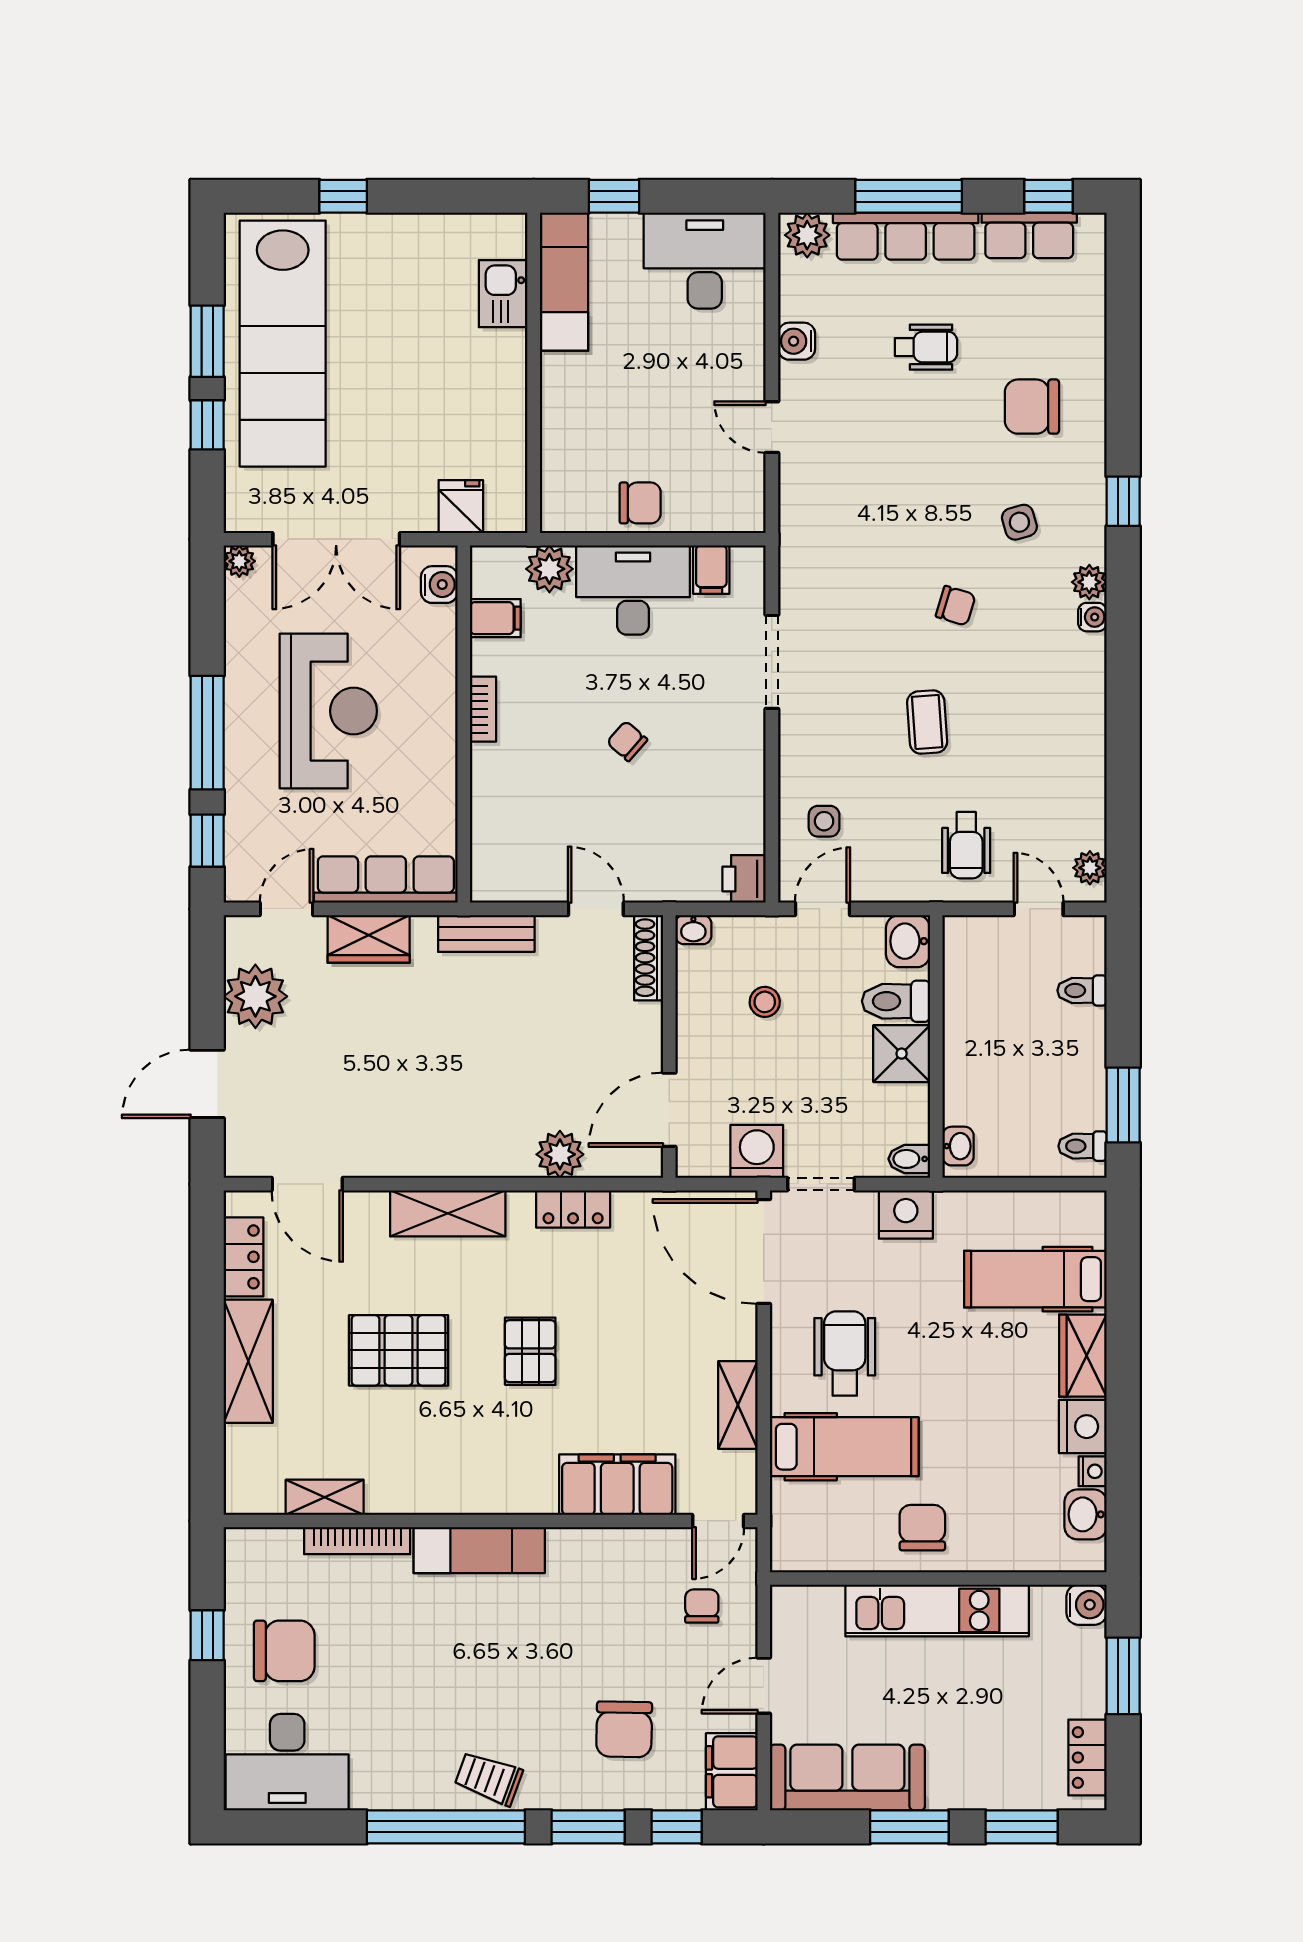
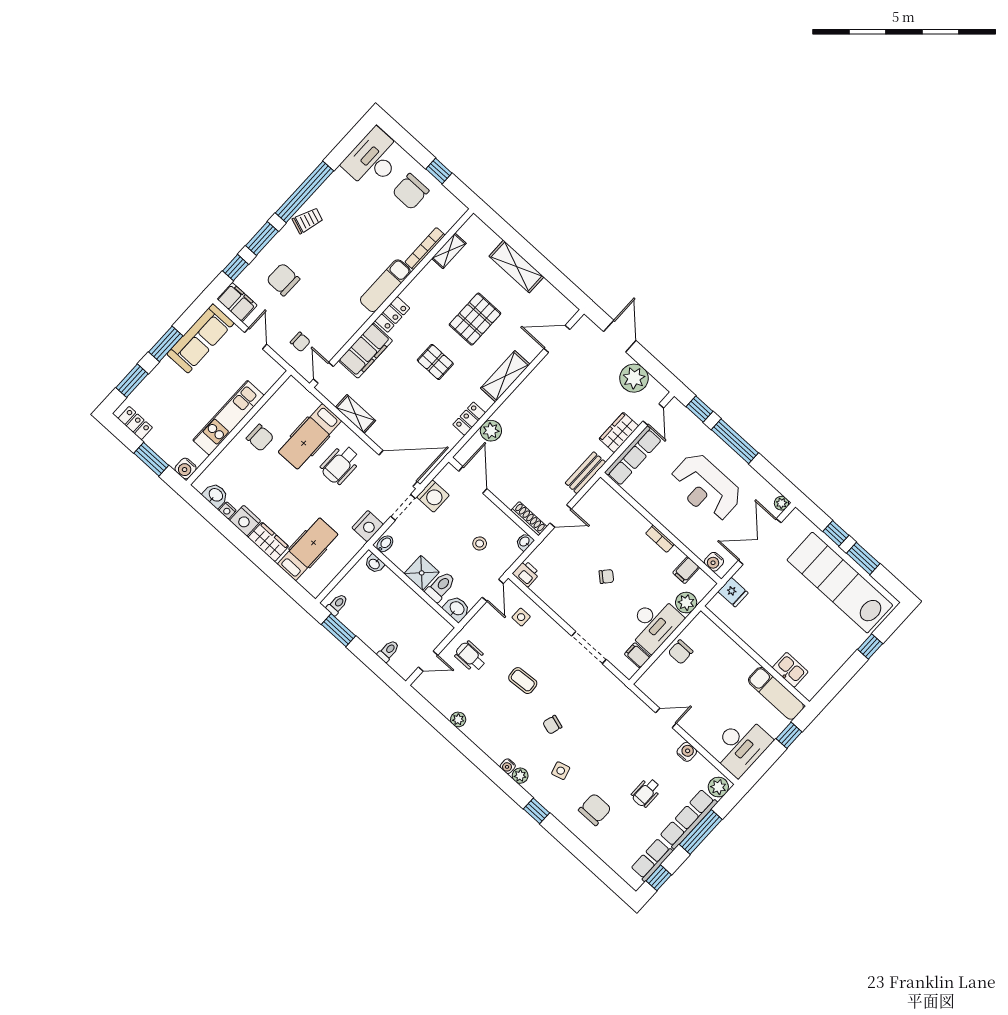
plant: (1090, 868) -> (458, 719), moved
locker: (243, 1257) -> (392, 314), moved, turned -90
wheelchair: (845, 1353) -> (340, 464), turned 90

